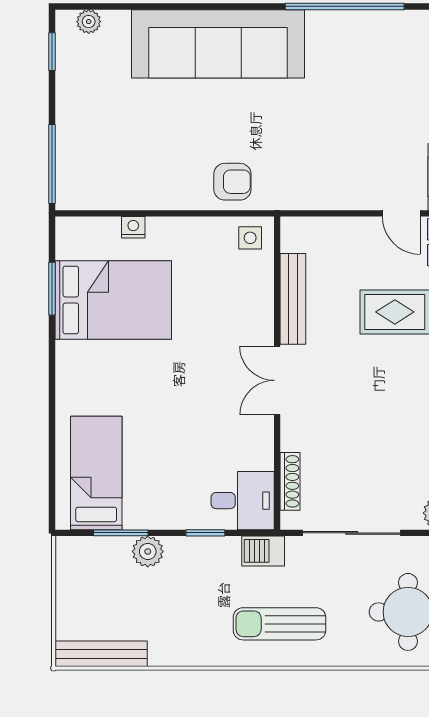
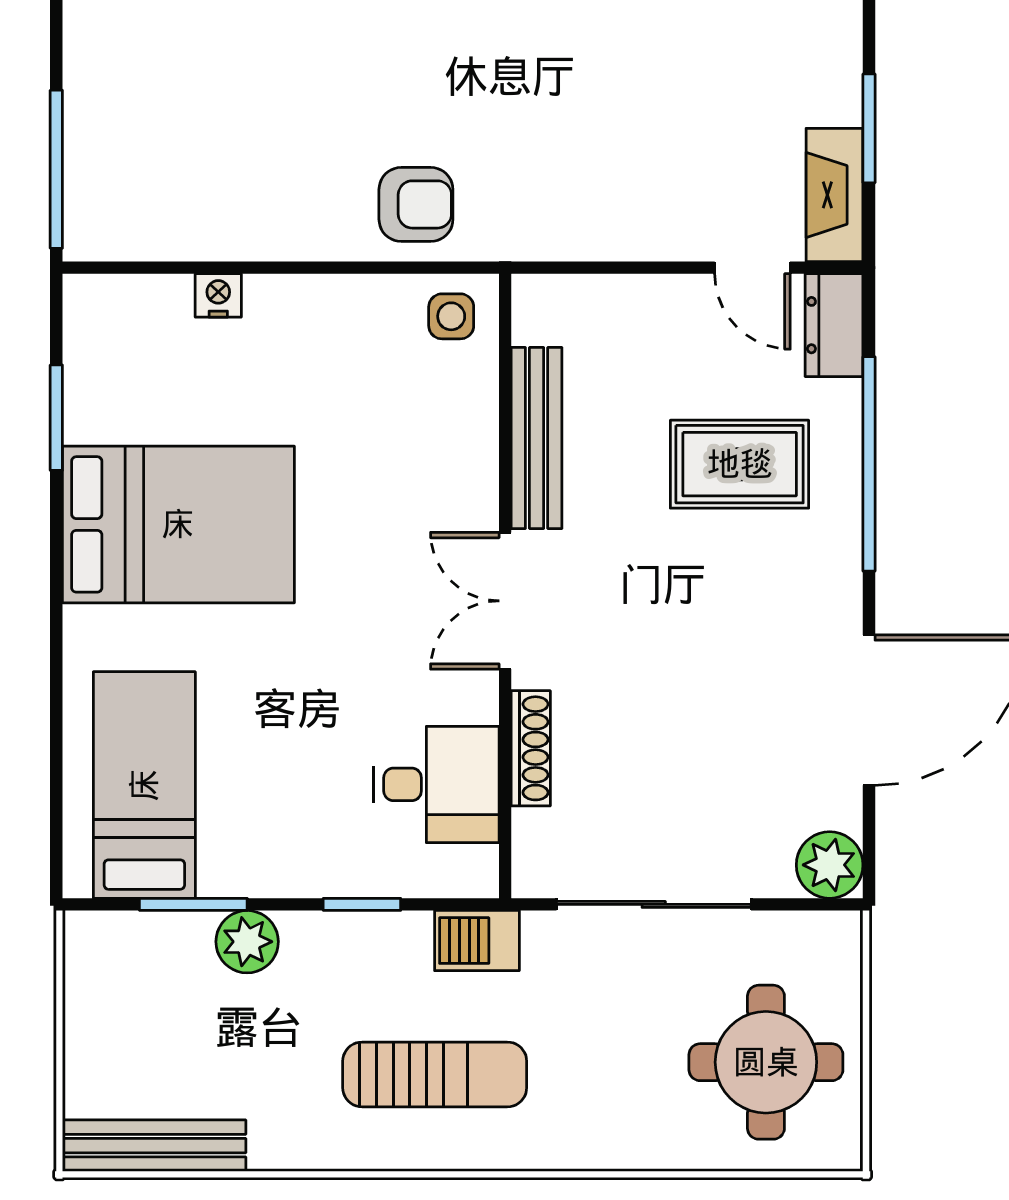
bed: (113, 300) -> (178, 524), moved
shoe rack: (290, 481) -> (531, 748), moved
desk: (243, 501) -> (436, 784), moved
sun lounger: (280, 624) -> (435, 1074), moved, turned 180

